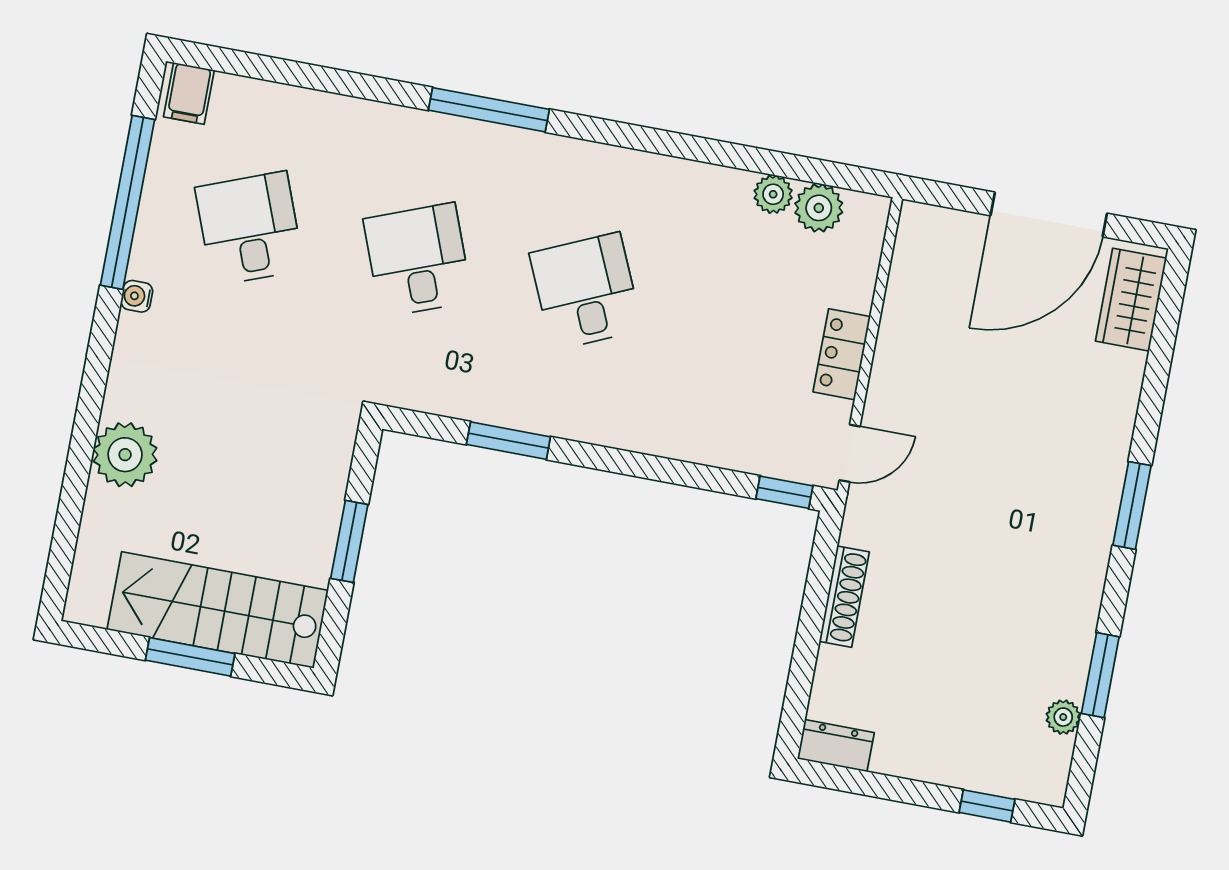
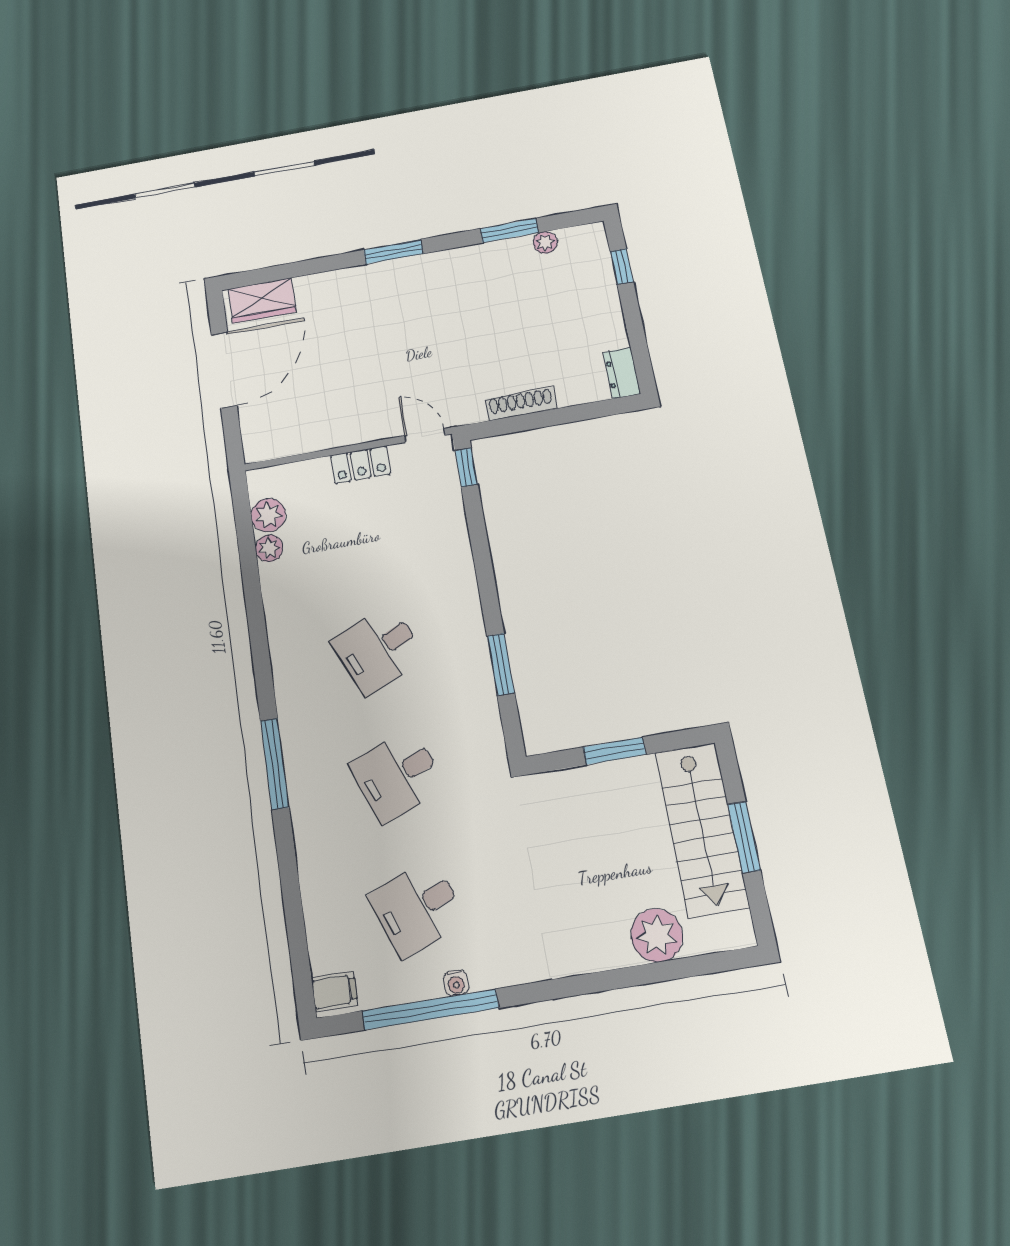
door: (1049, 214) -> (224, 370), hinge flipped
water cooler: (137, 296) -> (456, 983), moved
plant: (125, 455) -> (657, 935), moved

